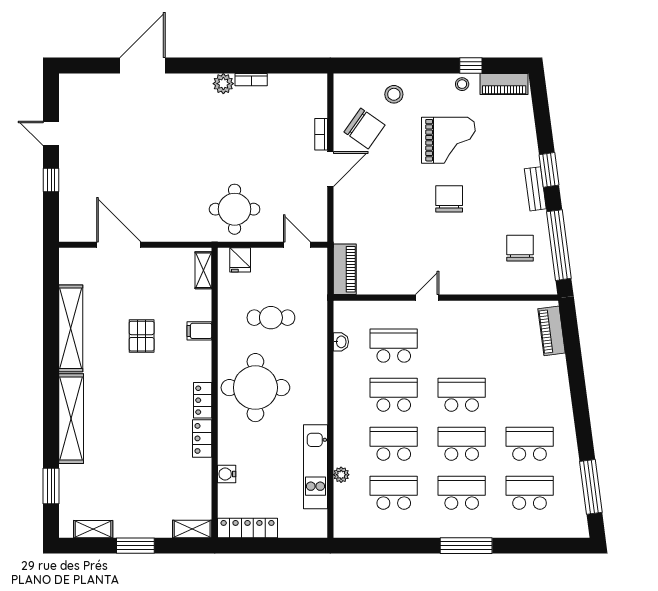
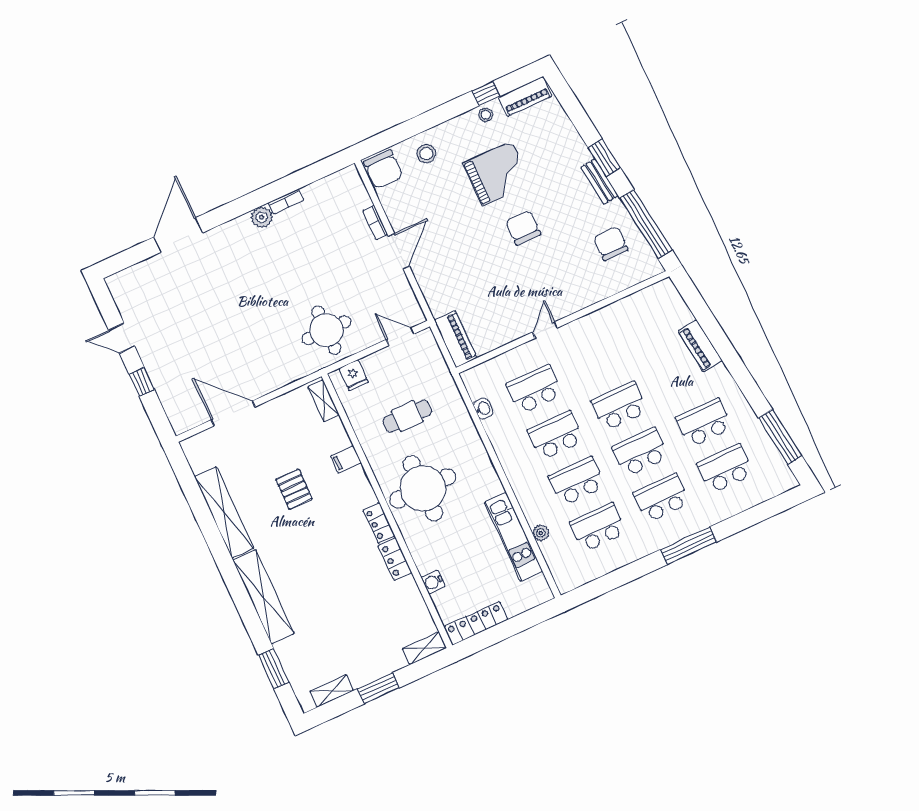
chair: (364, 128) -> (383, 169), moved, turned 55
piano: (552, 331) -> (700, 346), moved

